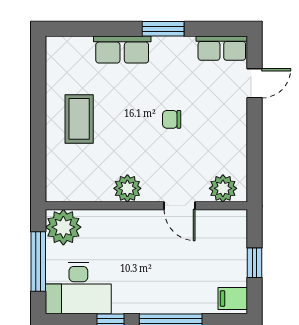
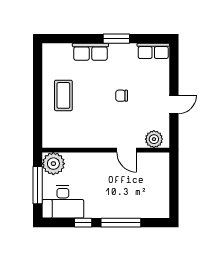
door: (255, 83) -> (174, 104), moved
plant: (127, 188) -> (94, 139), removed
window: (255, 263) -> (174, 186), removed
filing cabinet: (233, 298) -> (160, 209), removed

